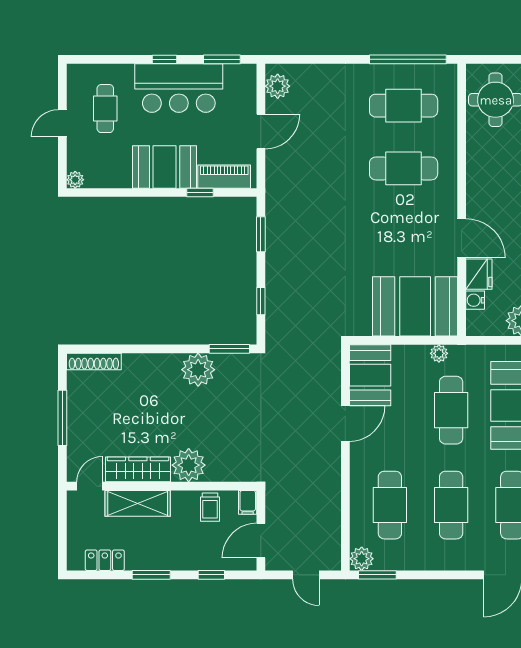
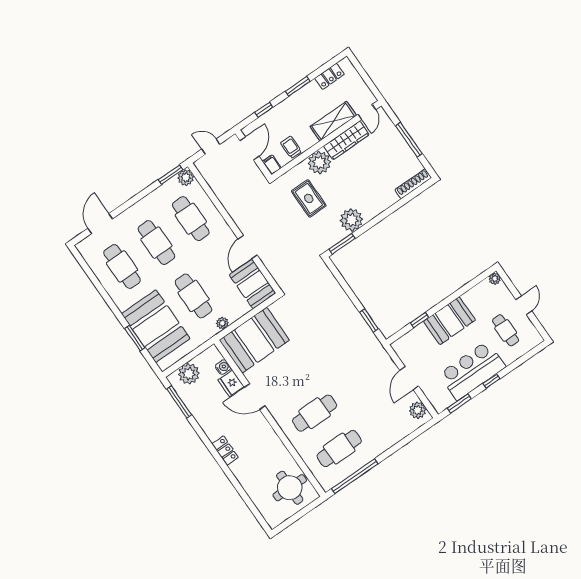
piano: (224, 177) -> (412, 339), removed
window: (261, 301) -> (343, 283), removed
rug: (231, 431) -> (309, 198), added

